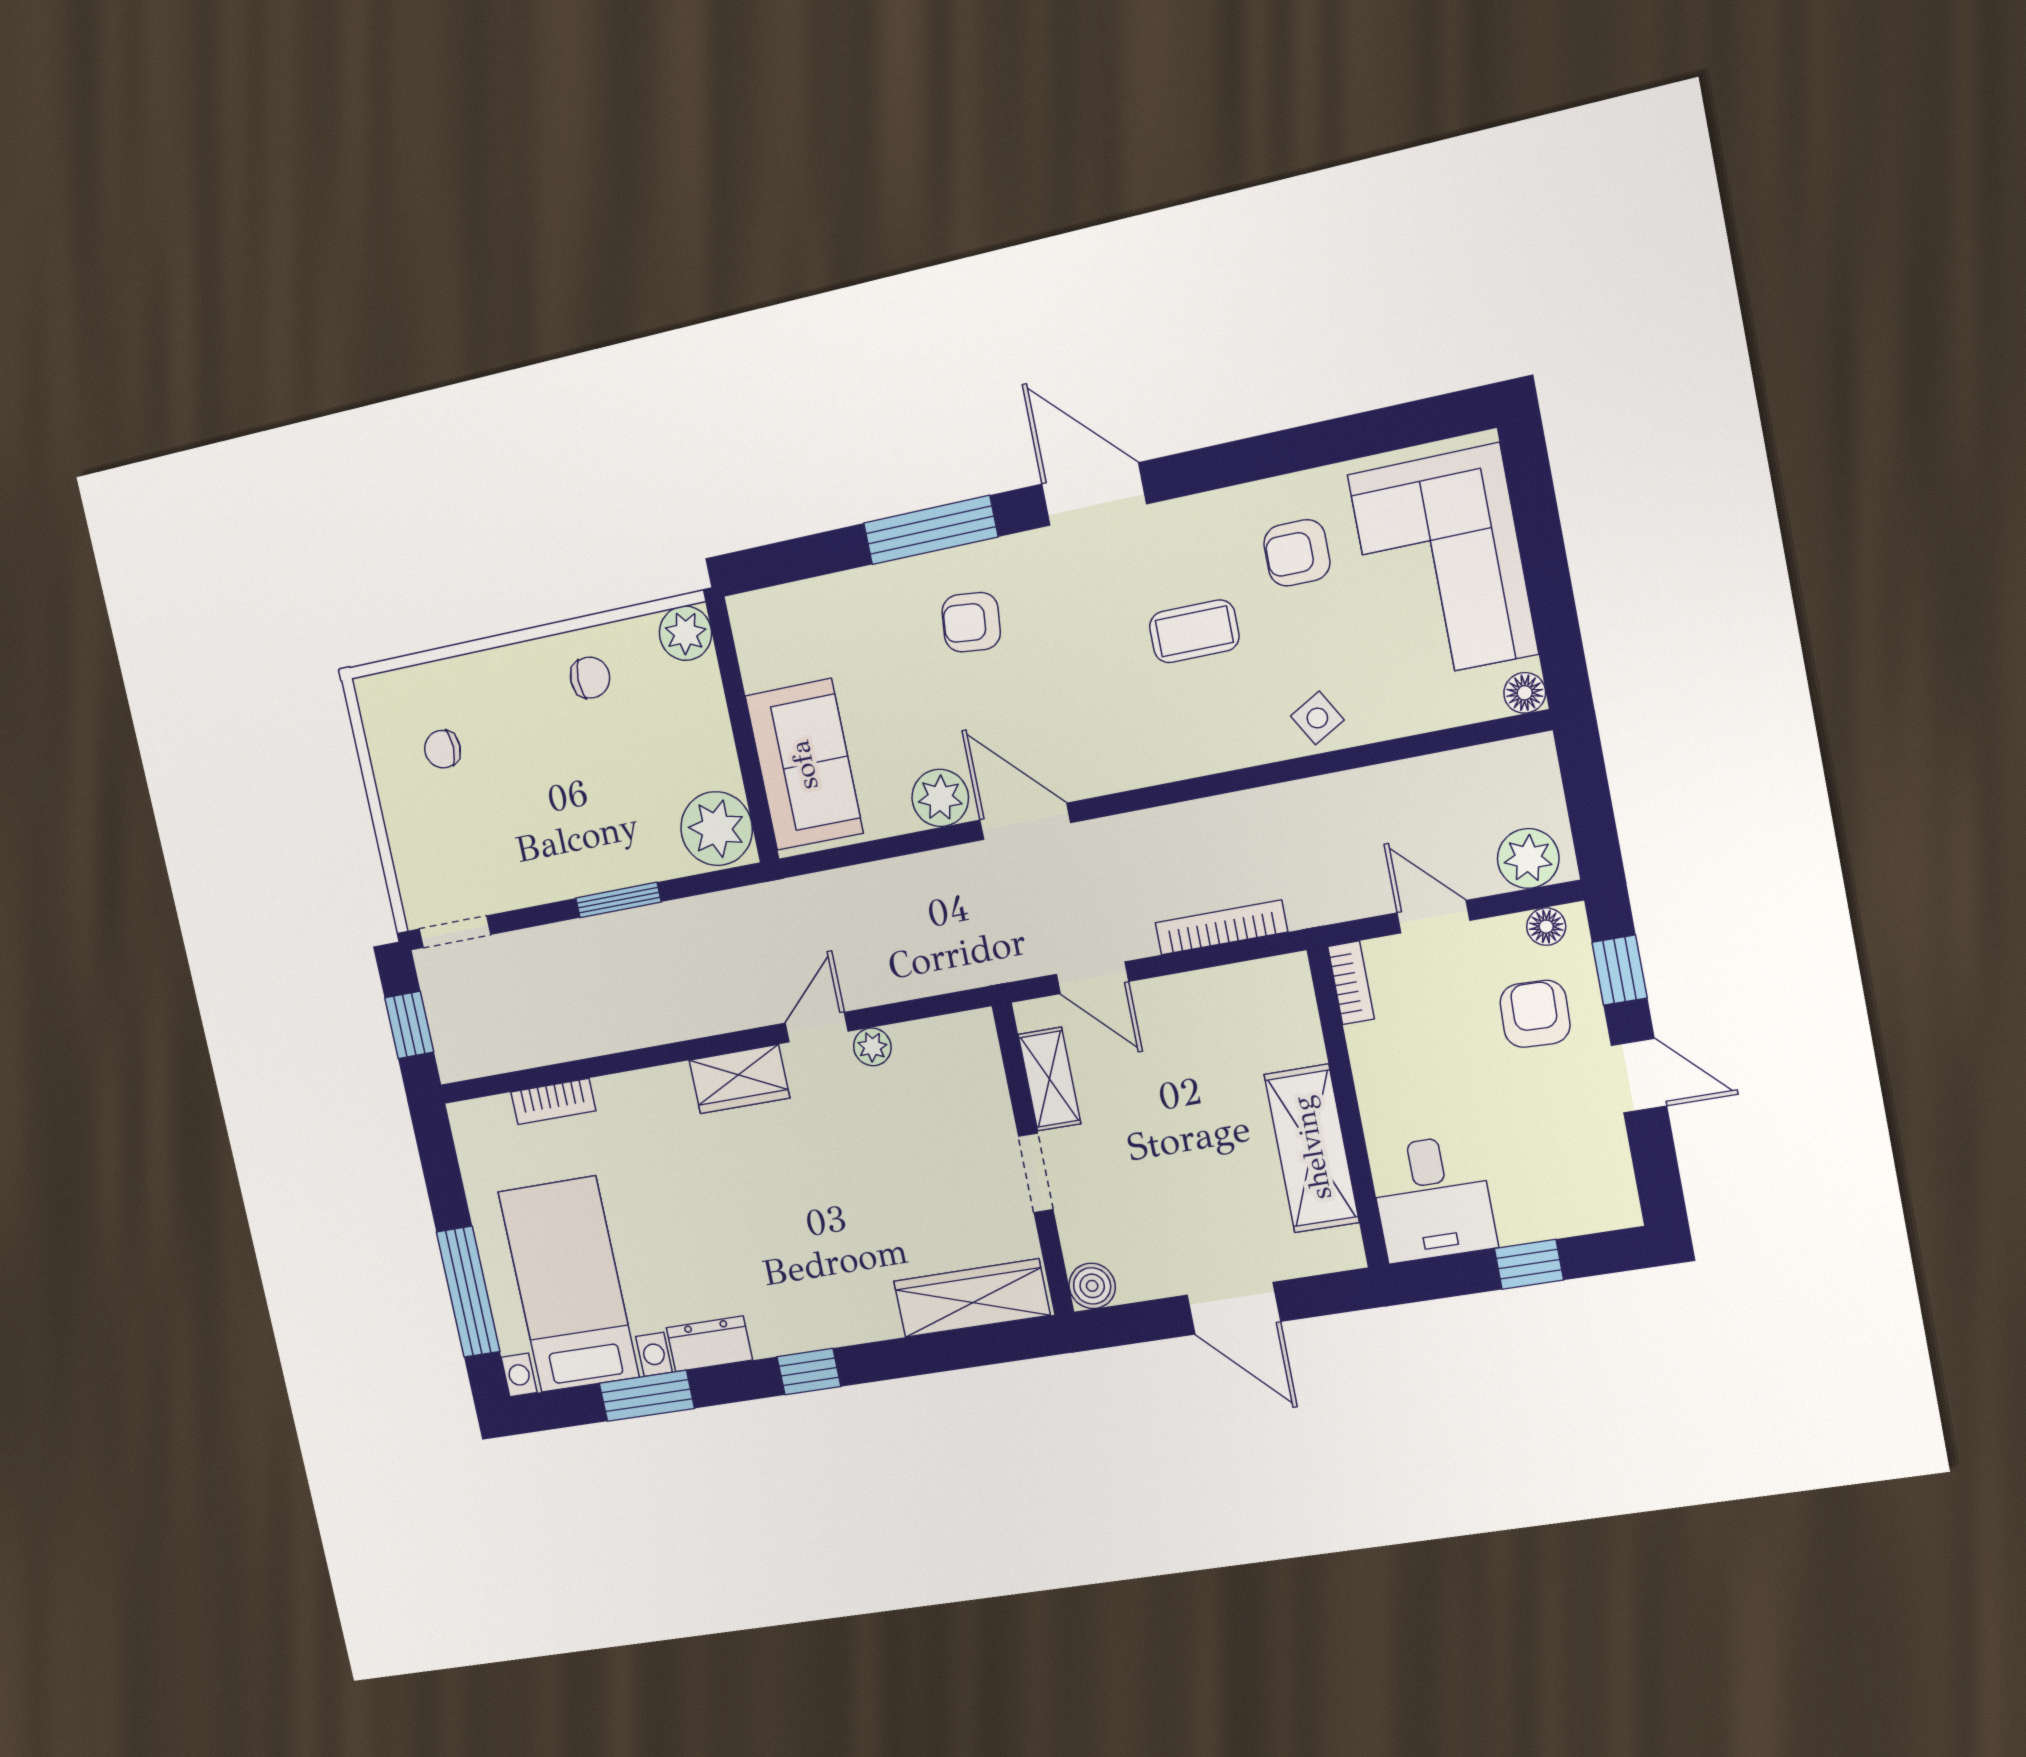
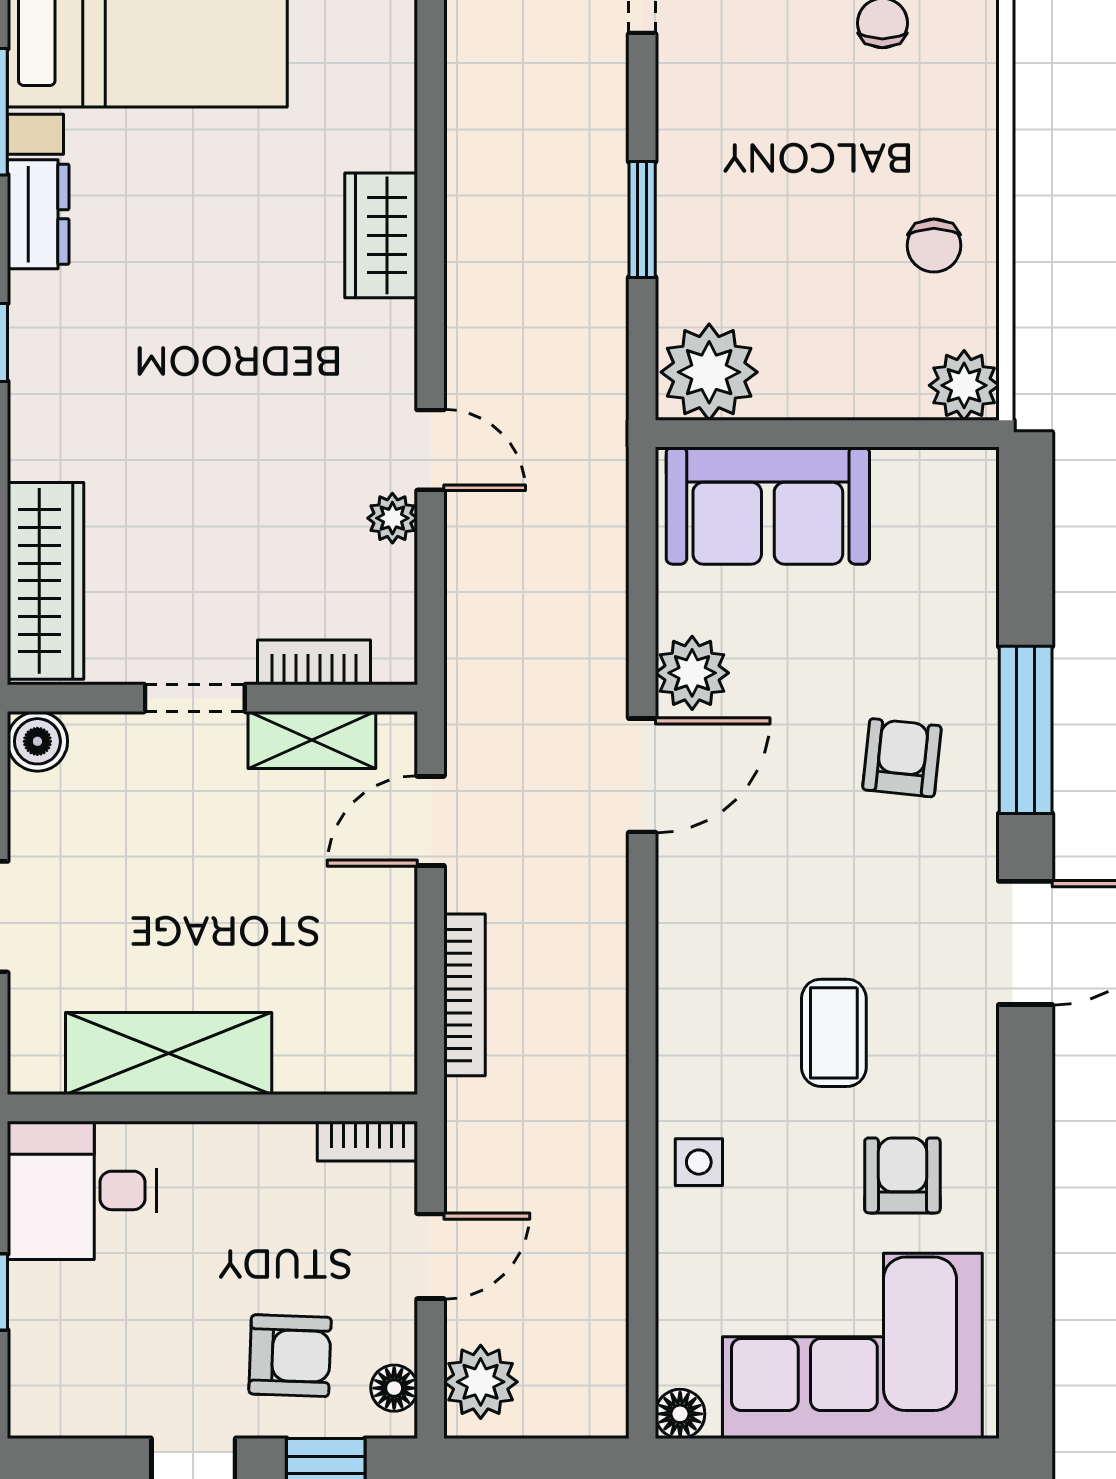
side table: (1317, 718) -> (699, 1162), turned 30
wardrobe: (739, 1079) -> (381, 235), moved
bookcase: (553, 1101) -> (314, 662), moved, turned 90

